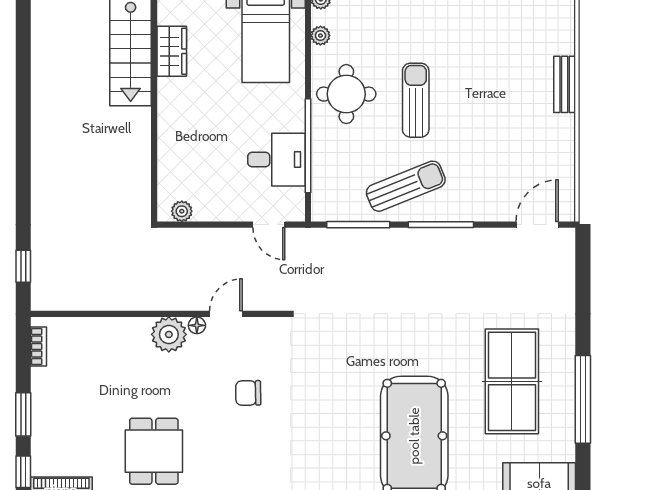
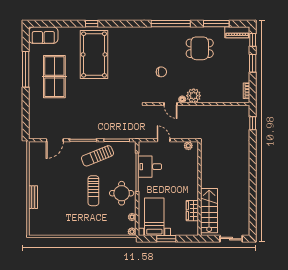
door: (269, 225) -> (164, 140), moved
door: (537, 225) -> (55, 140), moved
door: (226, 314) -> (170, 104), hinge flipped
dining table: (154, 451) -> (200, 48), turned 90

